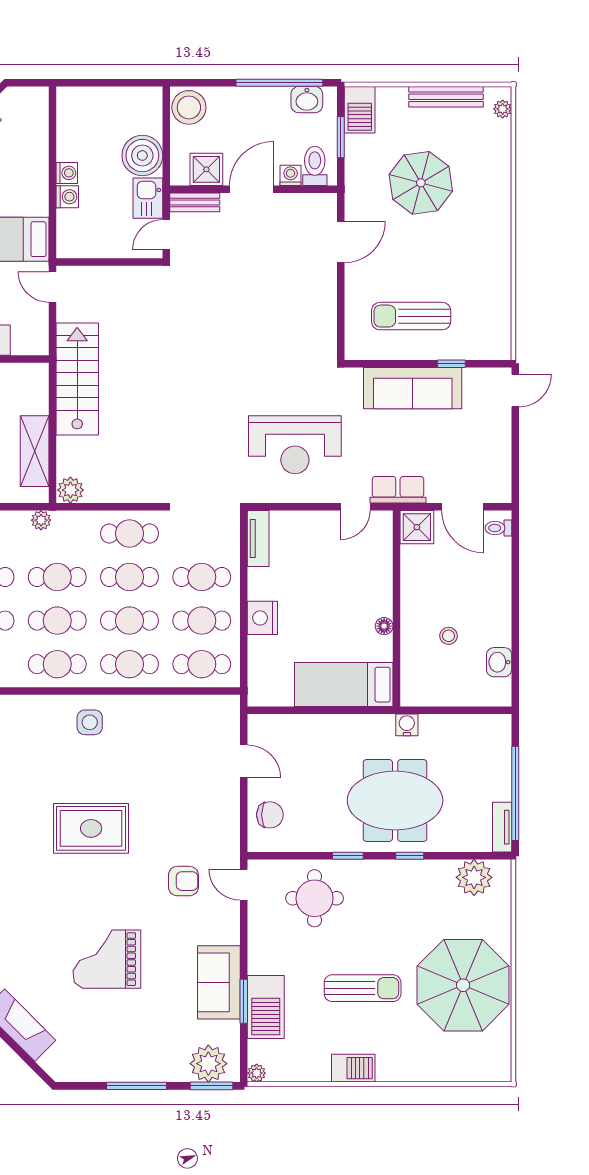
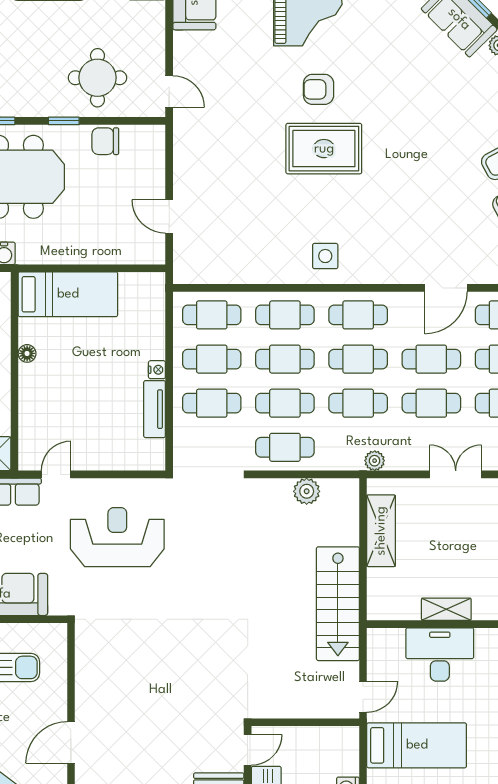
door: (52, 287) -> (363, 697), hinge flipped
plant: (70, 490) -> (307, 491), moved
tv unit: (258, 538) -> (155, 409), moved
nightstand: (262, 618) -> (157, 370), width x0.53, depth x0.56
chair: (270, 815) -> (105, 141), moved
armchair: (183, 881) -> (319, 89), moved

